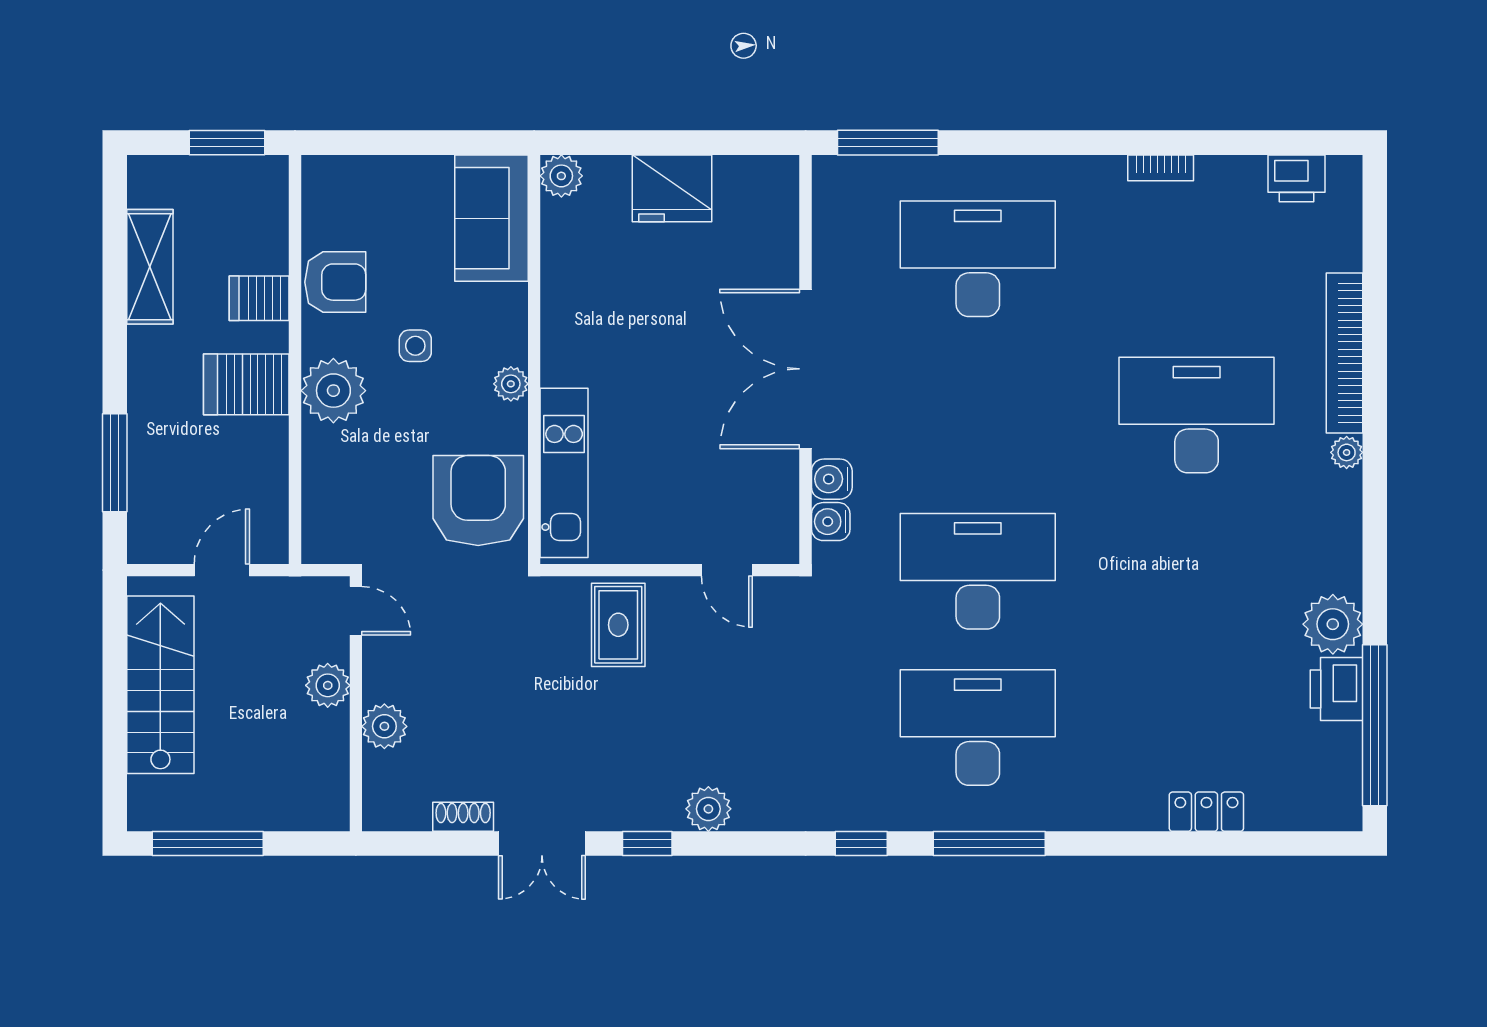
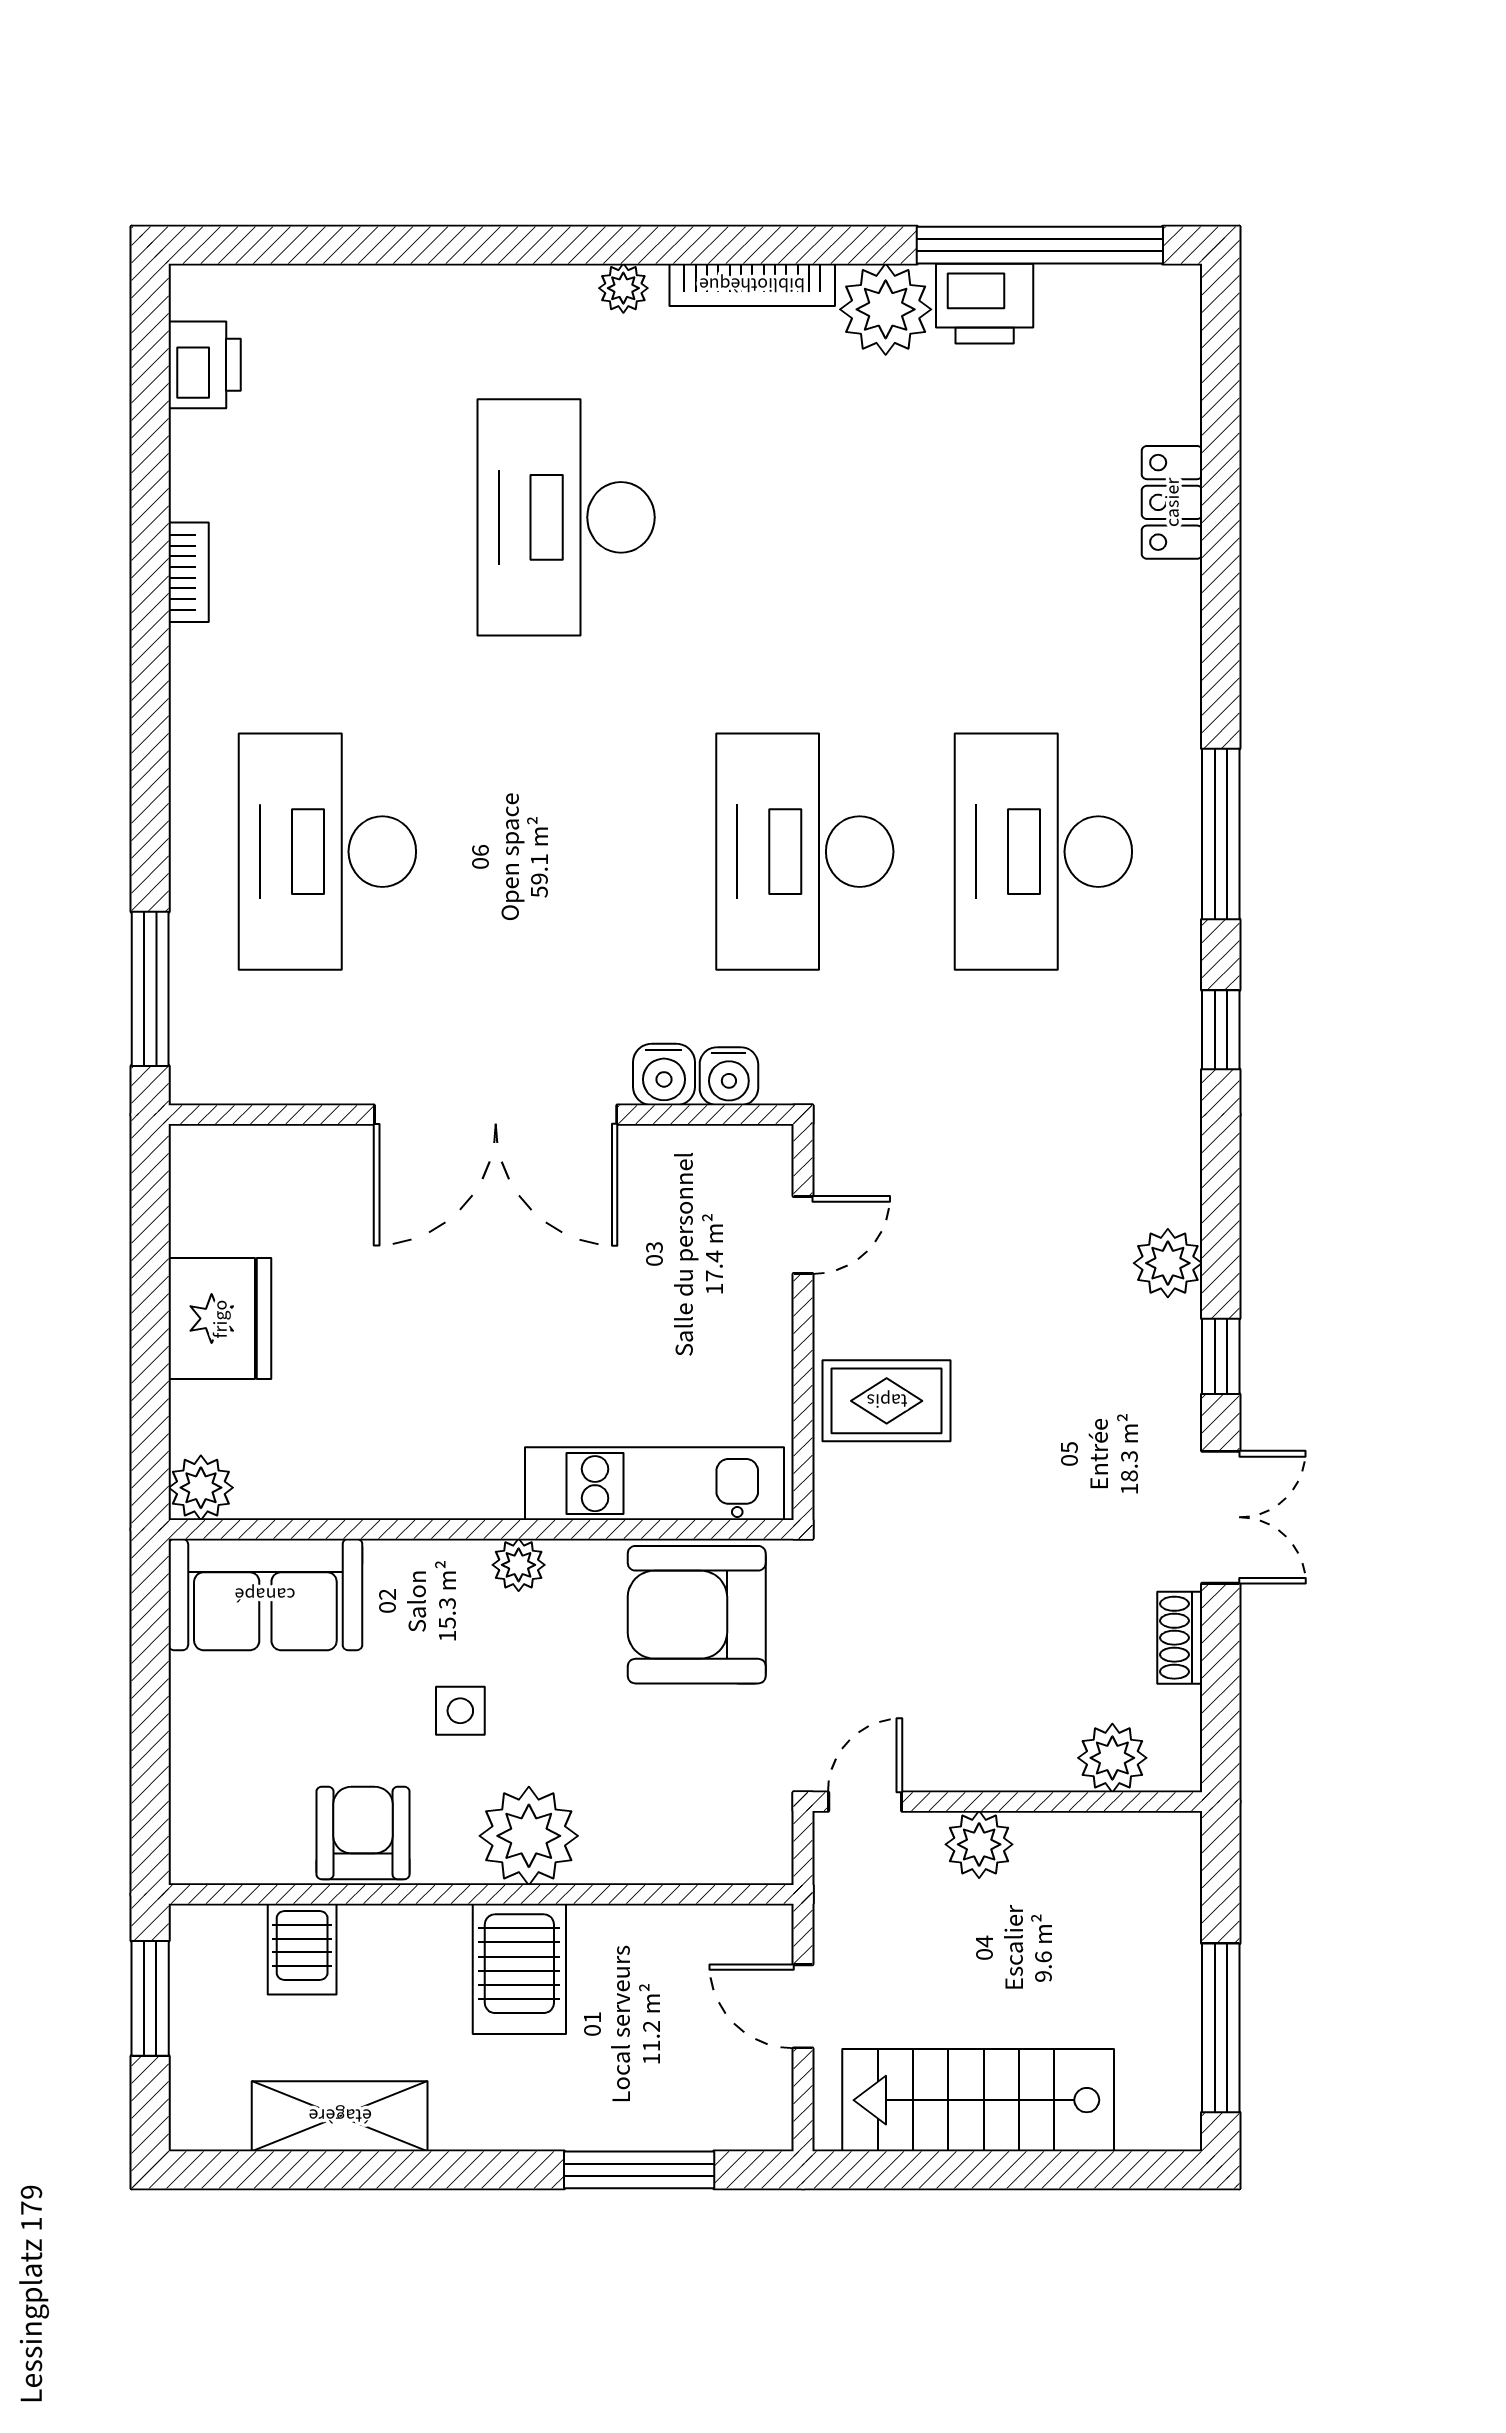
server rack: (259, 298) -> (302, 1949), moved
bookcase: (1344, 353) -> (752, 285), moved, width x0.68, depth x0.76
plant: (384, 726) -> (1112, 1758), moved

